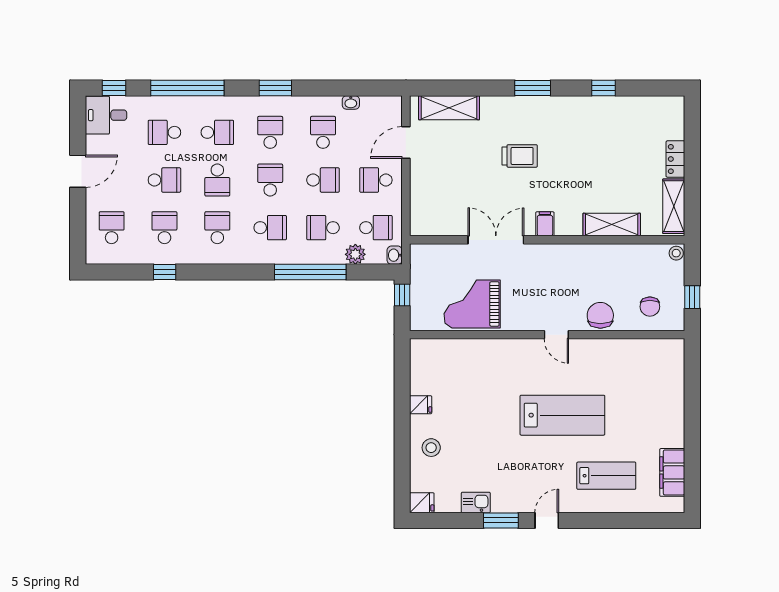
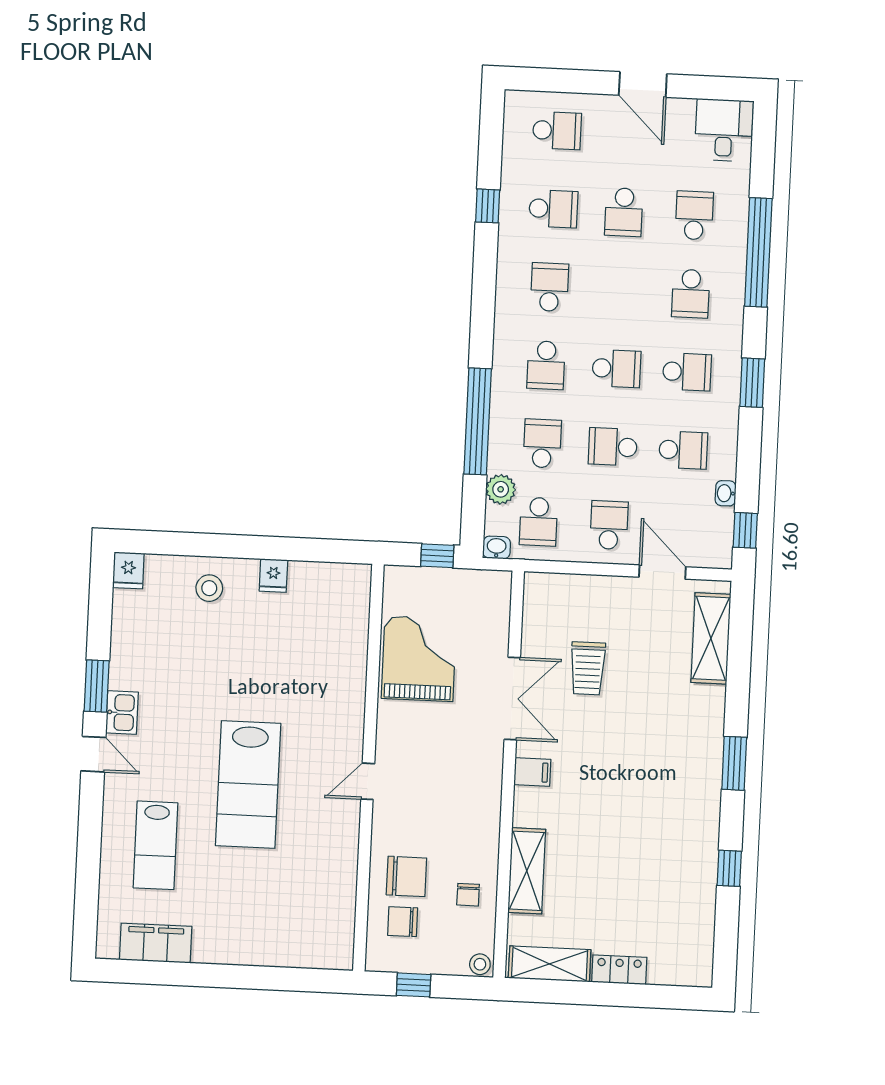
window: (114, 88) -> (745, 530), moved
trolley: (520, 156) -> (588, 668), moved
school desk: (217, 180) -> (620, 290), removed
school desk: (323, 180) -> (613, 447), turned 90
school desk: (217, 228) -> (550, 287), turned -90
chair: (630, 263) -> (468, 895), added
chair: (600, 315) -> (406, 876), moved
kitchen sink: (476, 502) -> (122, 712), moved

